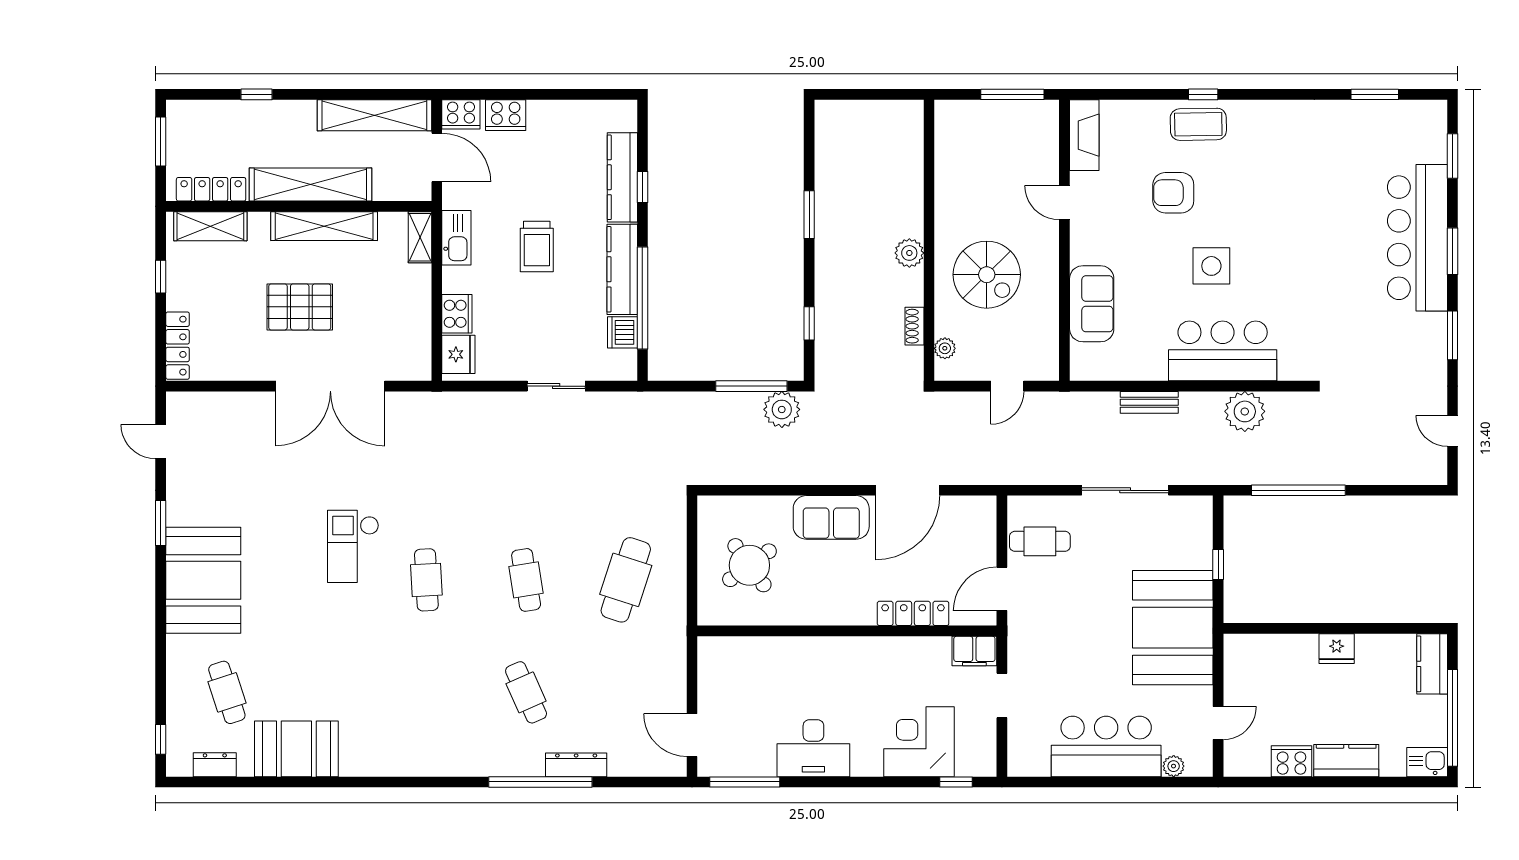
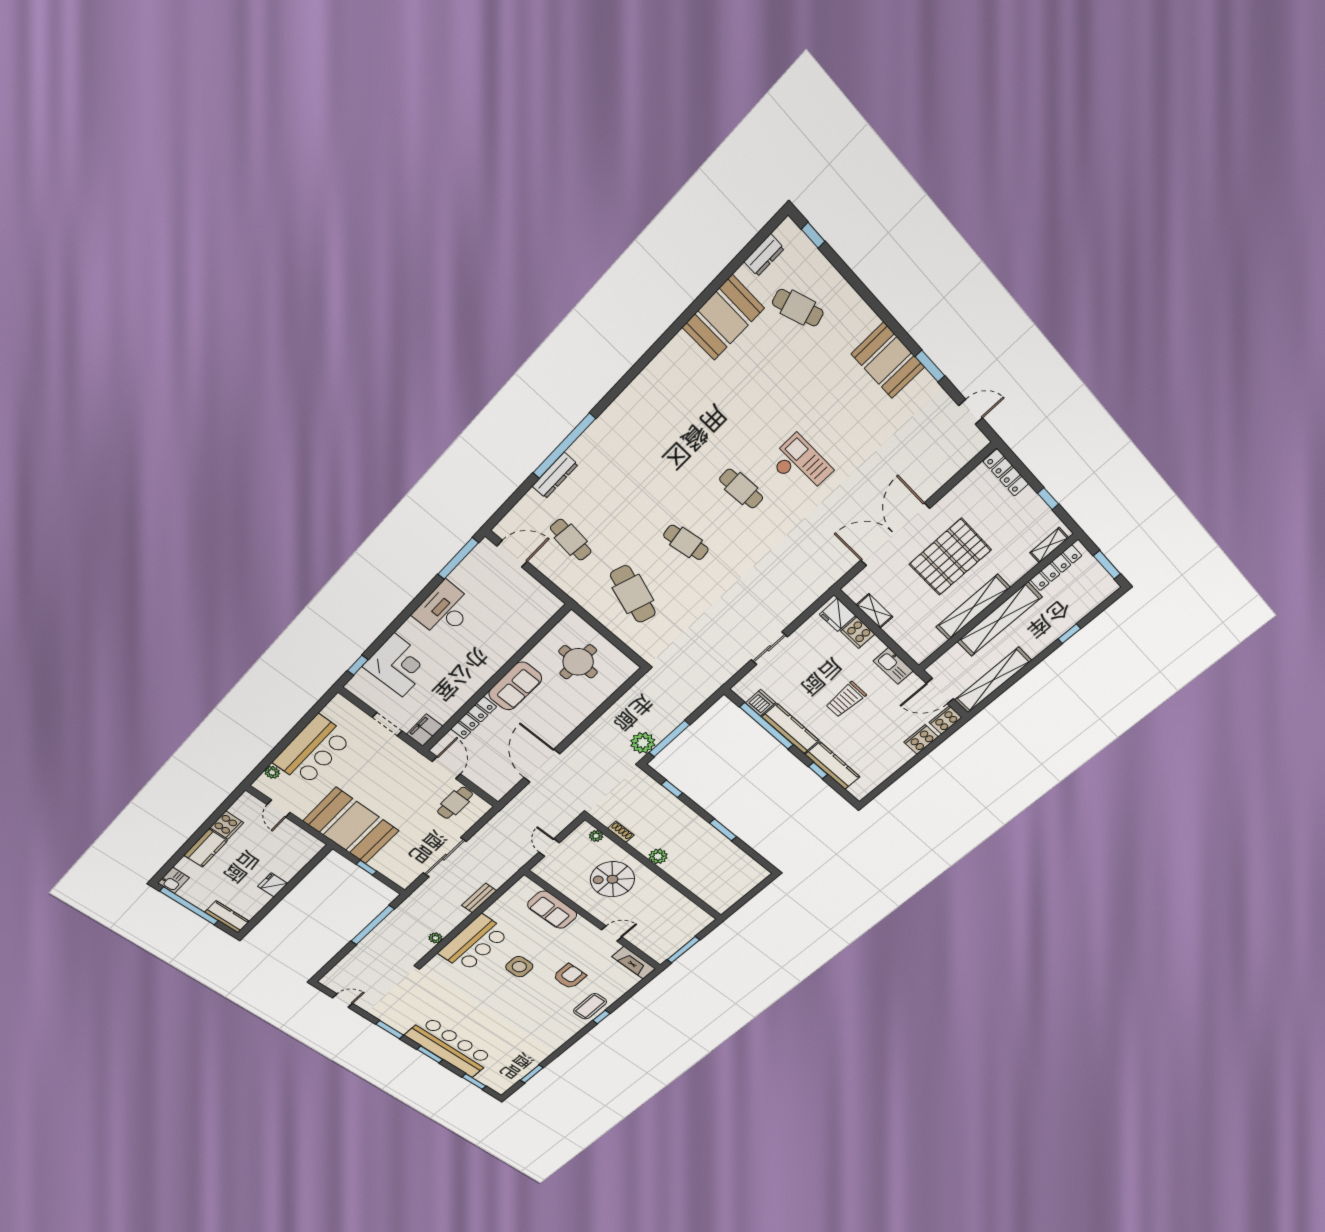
shelving: (210, 226) -> (1049, 545), width x0.67, depth x0.75
shelving: (420, 237) -> (874, 611), moved
trolley: (537, 246) -> (846, 700), turned -90
pallet: (300, 307) -> (950, 557), width x1.37, depth x1.41
plant: (1245, 411) -> (435, 938), width x0.53, depth x0.53
sofa: (831, 517) -> (515, 686), moved, turned 180
round table: (749, 565) -> (578, 662), turned 36
booth: (203, 580) -> (888, 360), width x0.73, depth x0.70
cafe table: (526, 692) -> (571, 540), moved, turned 30

